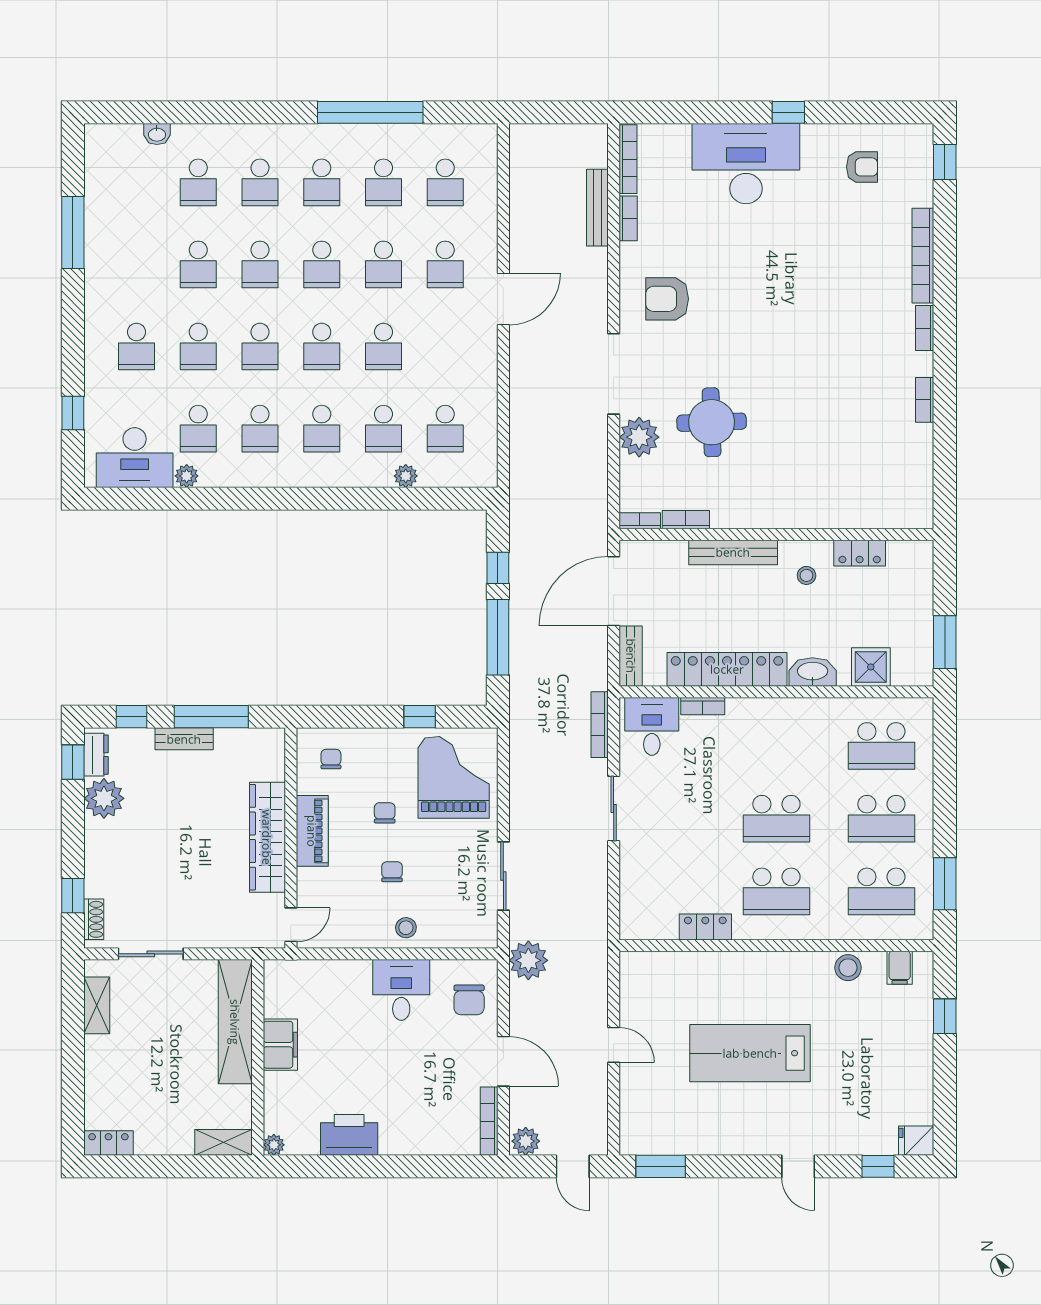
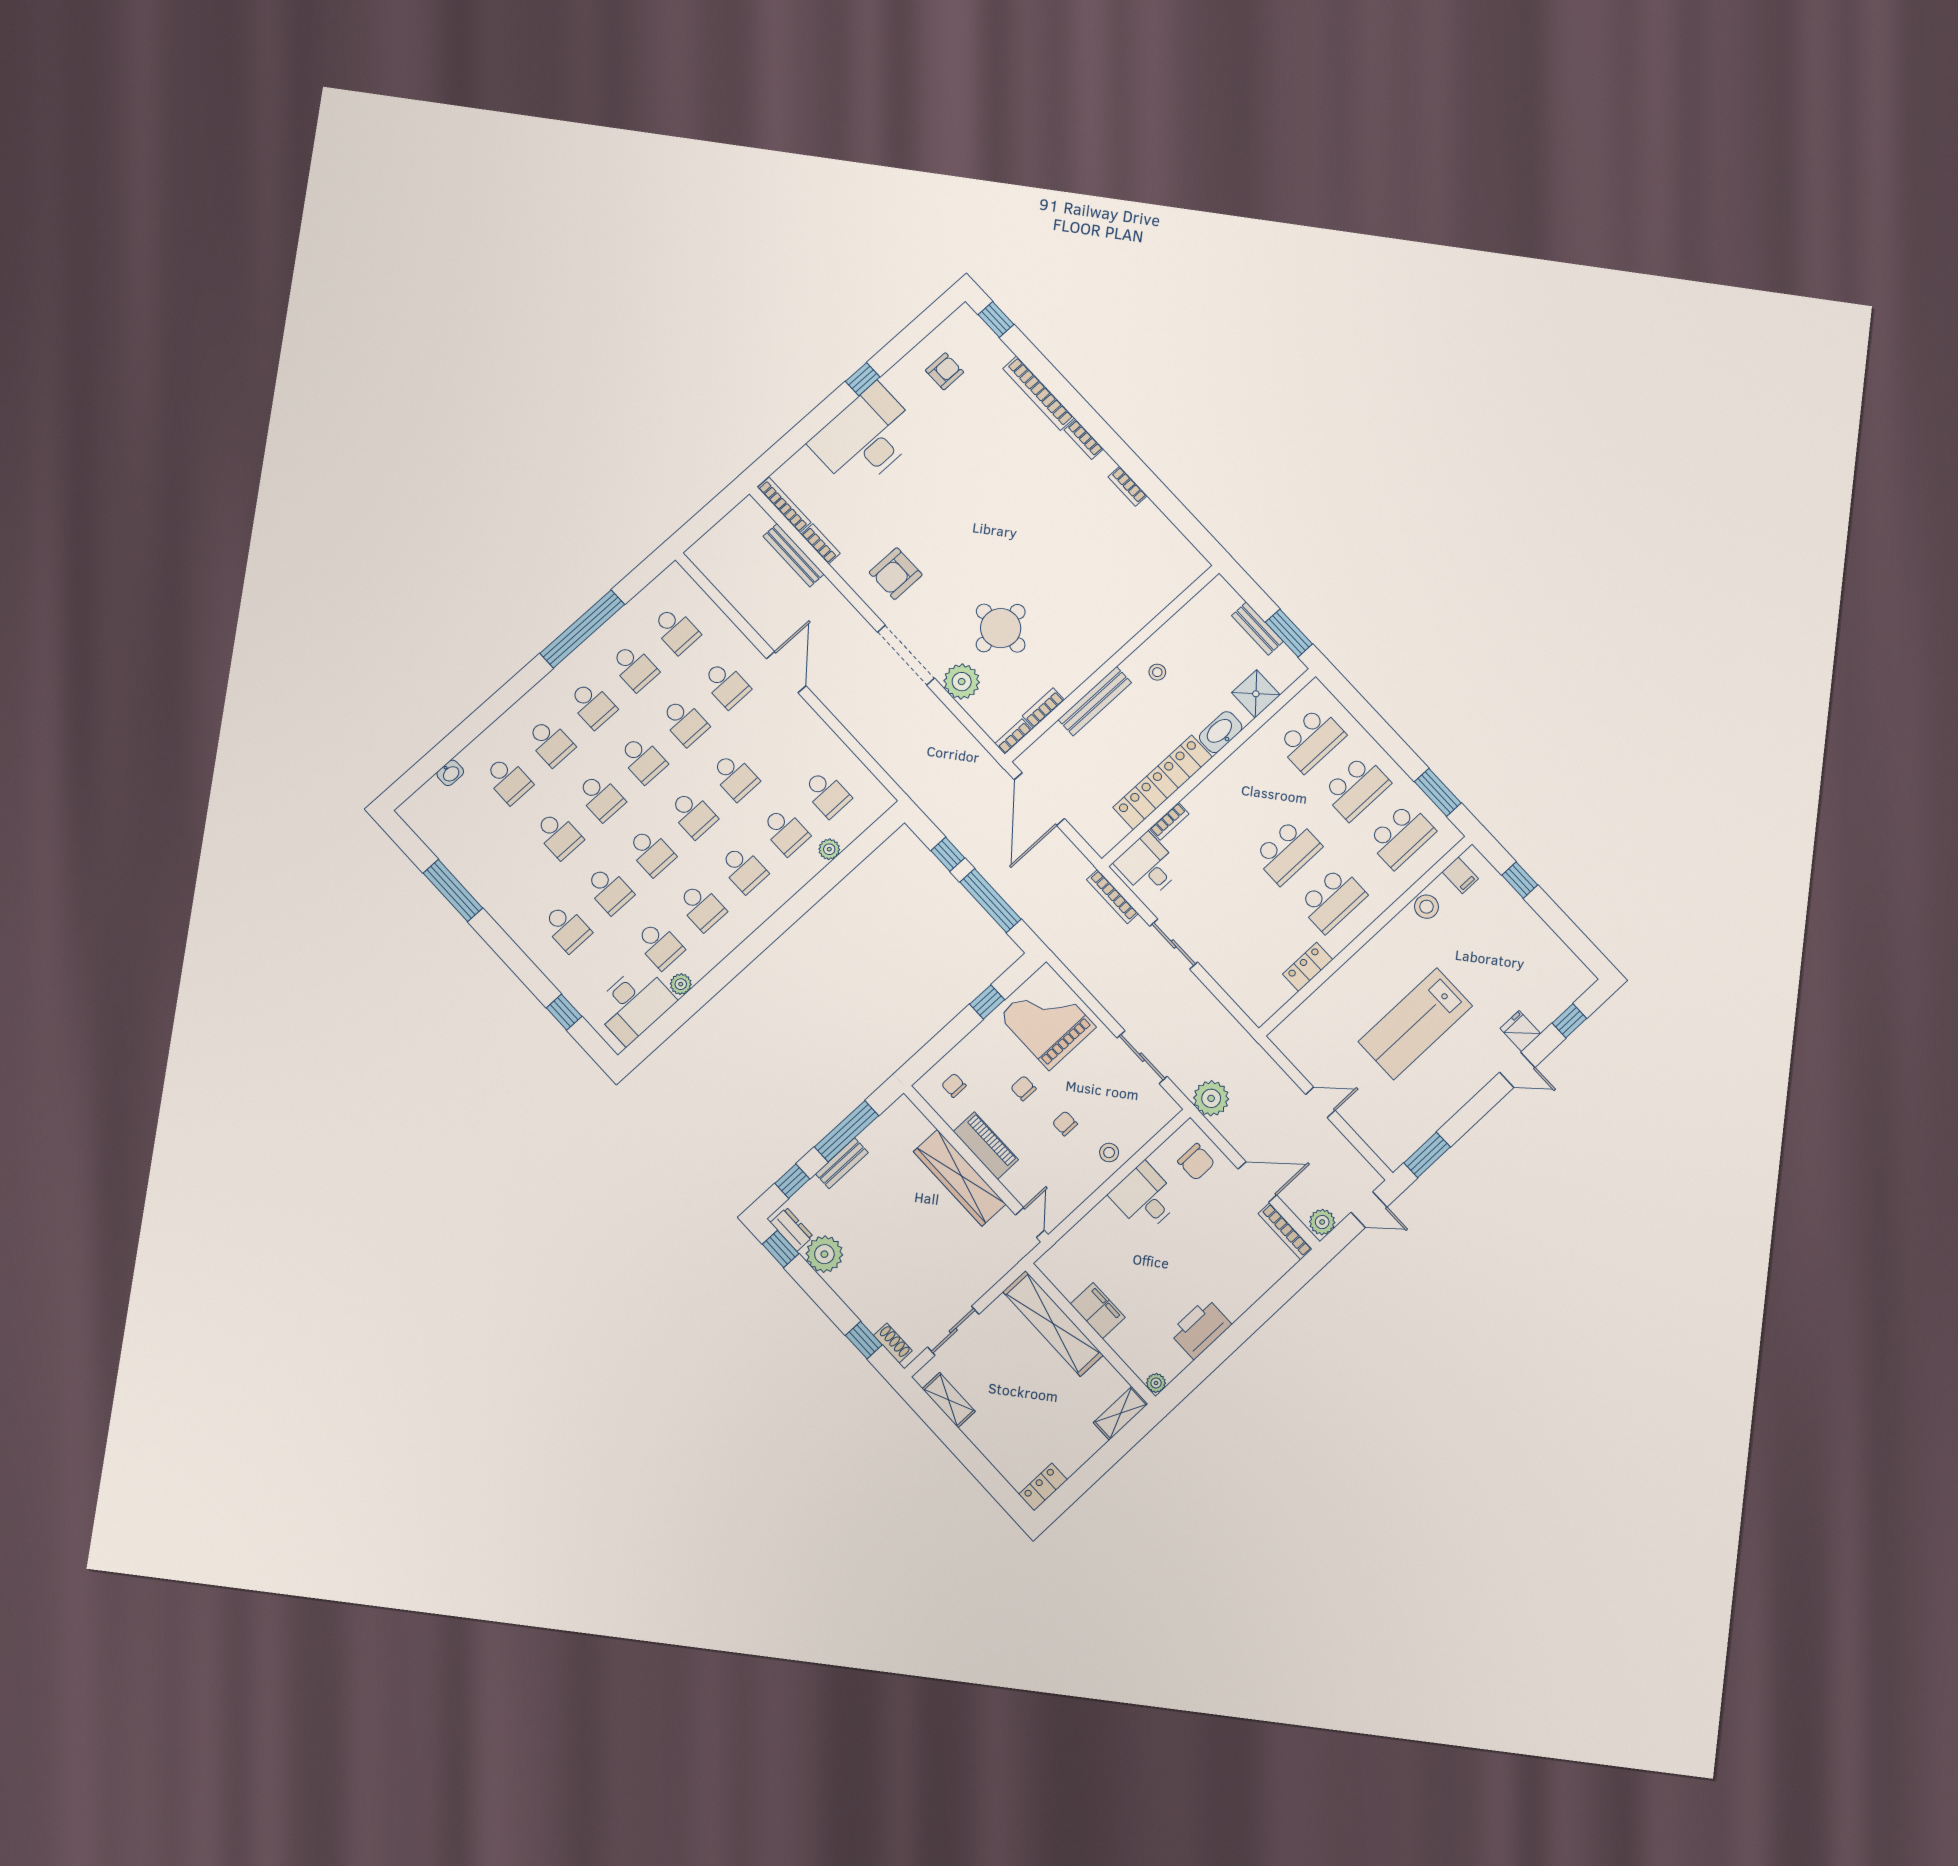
locker: (860, 553) -> (1179, 625), removed
bench: (631, 656) -> (1257, 629), moved
fridge: (916, 1141) -> (1520, 1031), moved, turned 90

